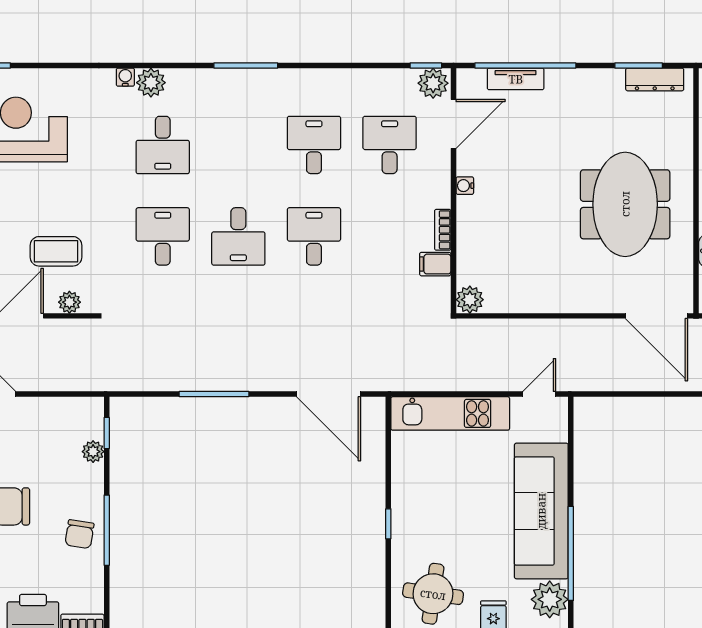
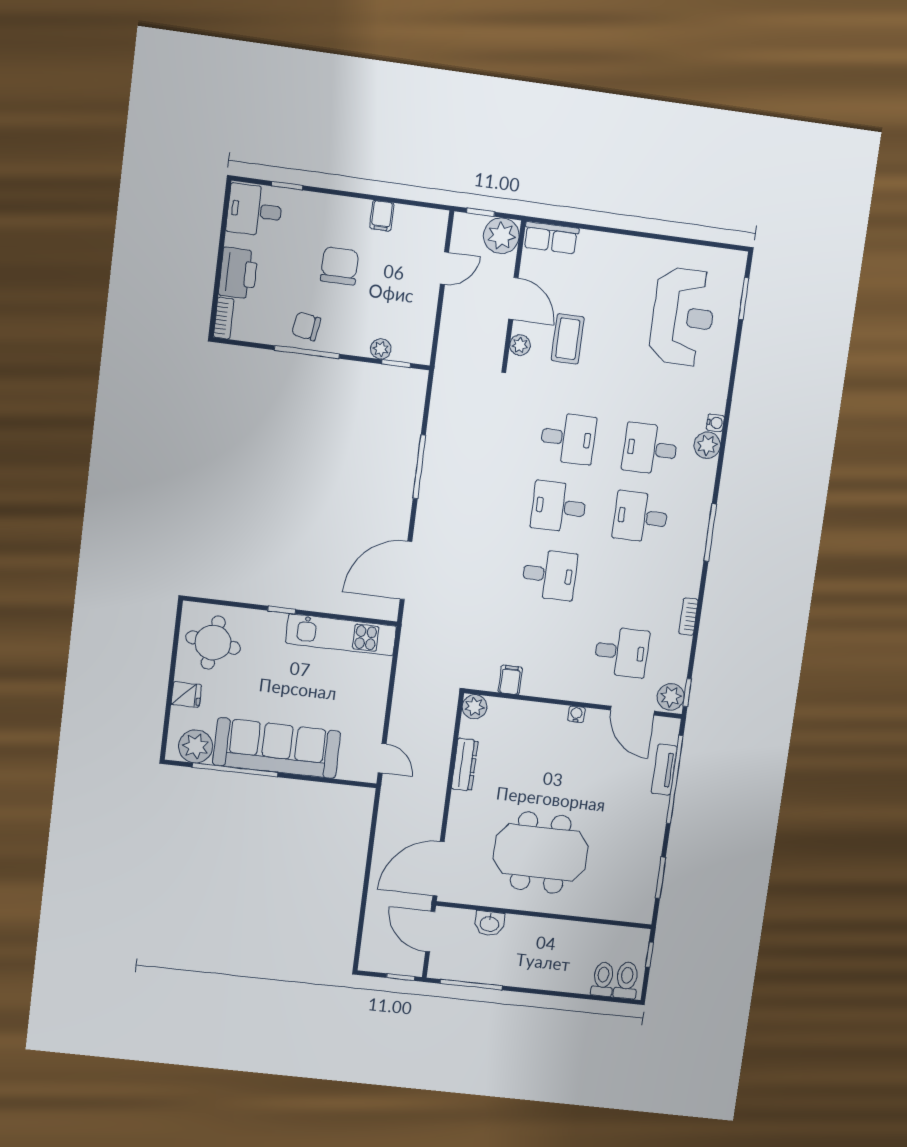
dresser: (655, 79) -> (465, 765), moved, turned 180
desk: (314, 145) -> (641, 517), moved, turned 180
bookcase: (443, 230) -> (688, 617), moved, turned -90
kitchen unit: (450, 413) -> (341, 635), moved, turned -90

